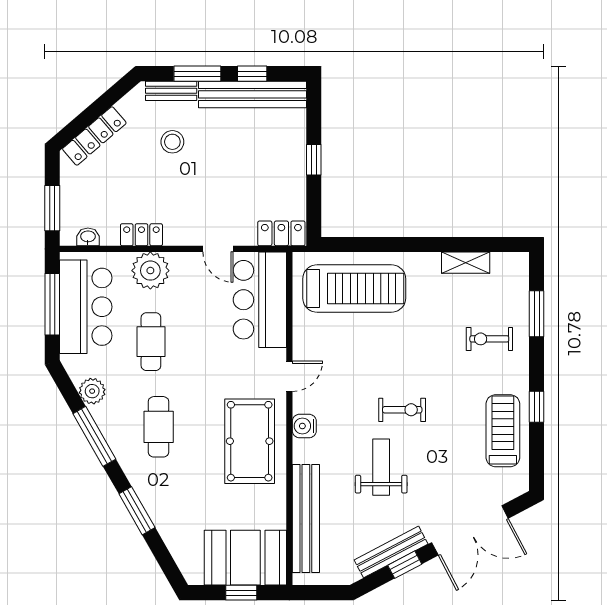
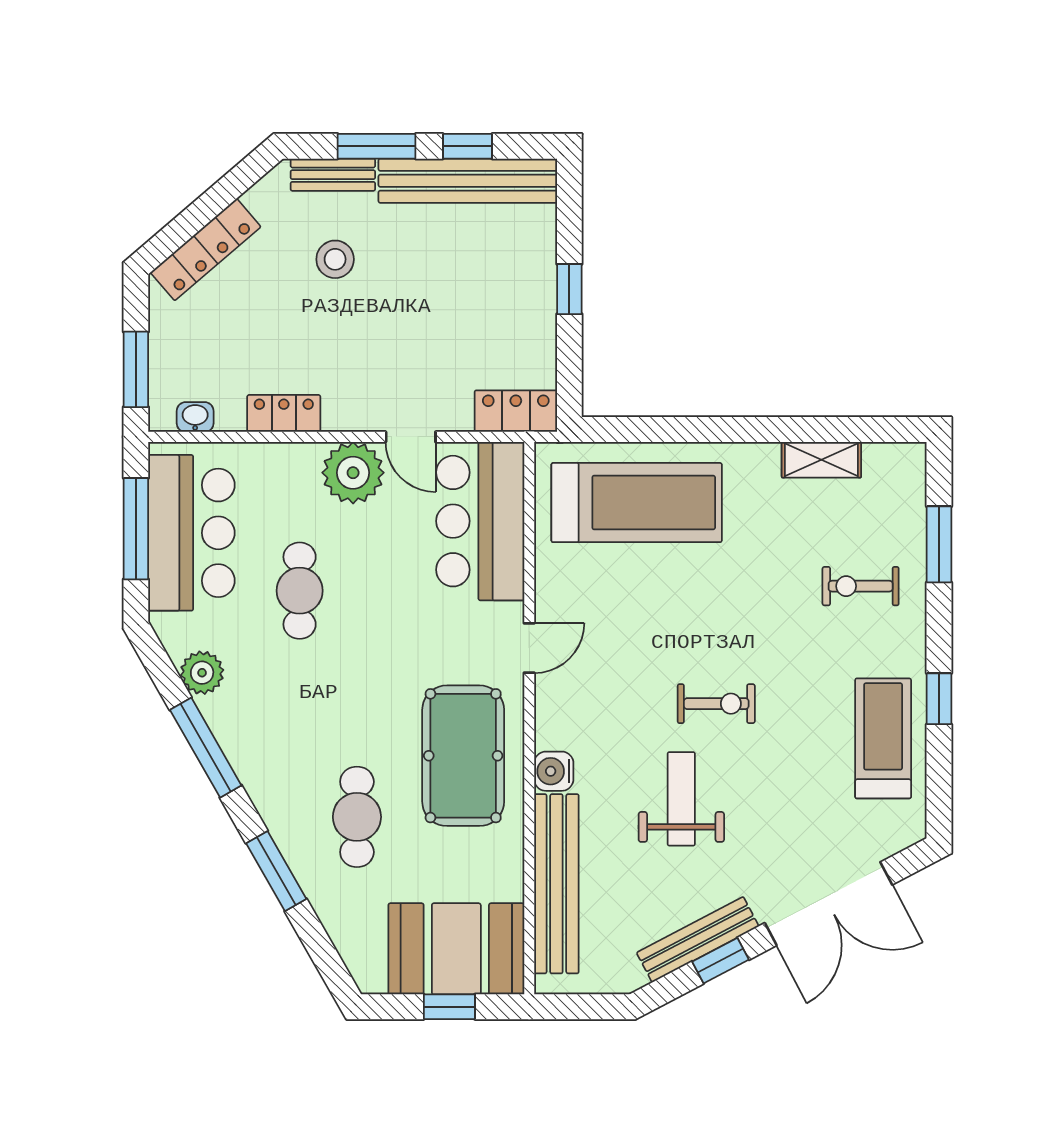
plant: (150, 271) -> (353, 473), moved
water cooler: (304, 426) -> (554, 771), moved
cafe table: (159, 427) -> (357, 817), moved

